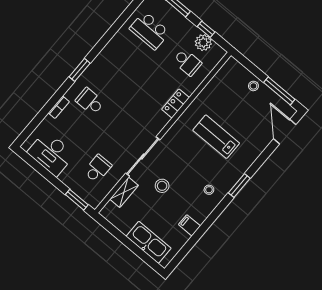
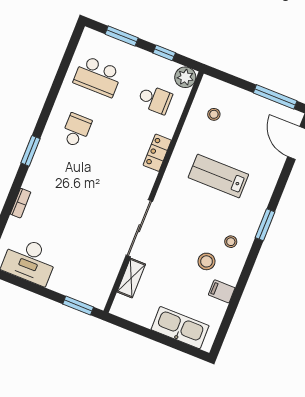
plant: (203, 43) -> (185, 77), moved
stool: (253, 86) -> (214, 114), moved
school desk: (90, 101) -> (76, 130), moved, turned 90
school desk: (98, 169) -> (91, 260), removed
stool: (162, 186) -> (206, 261), moved

